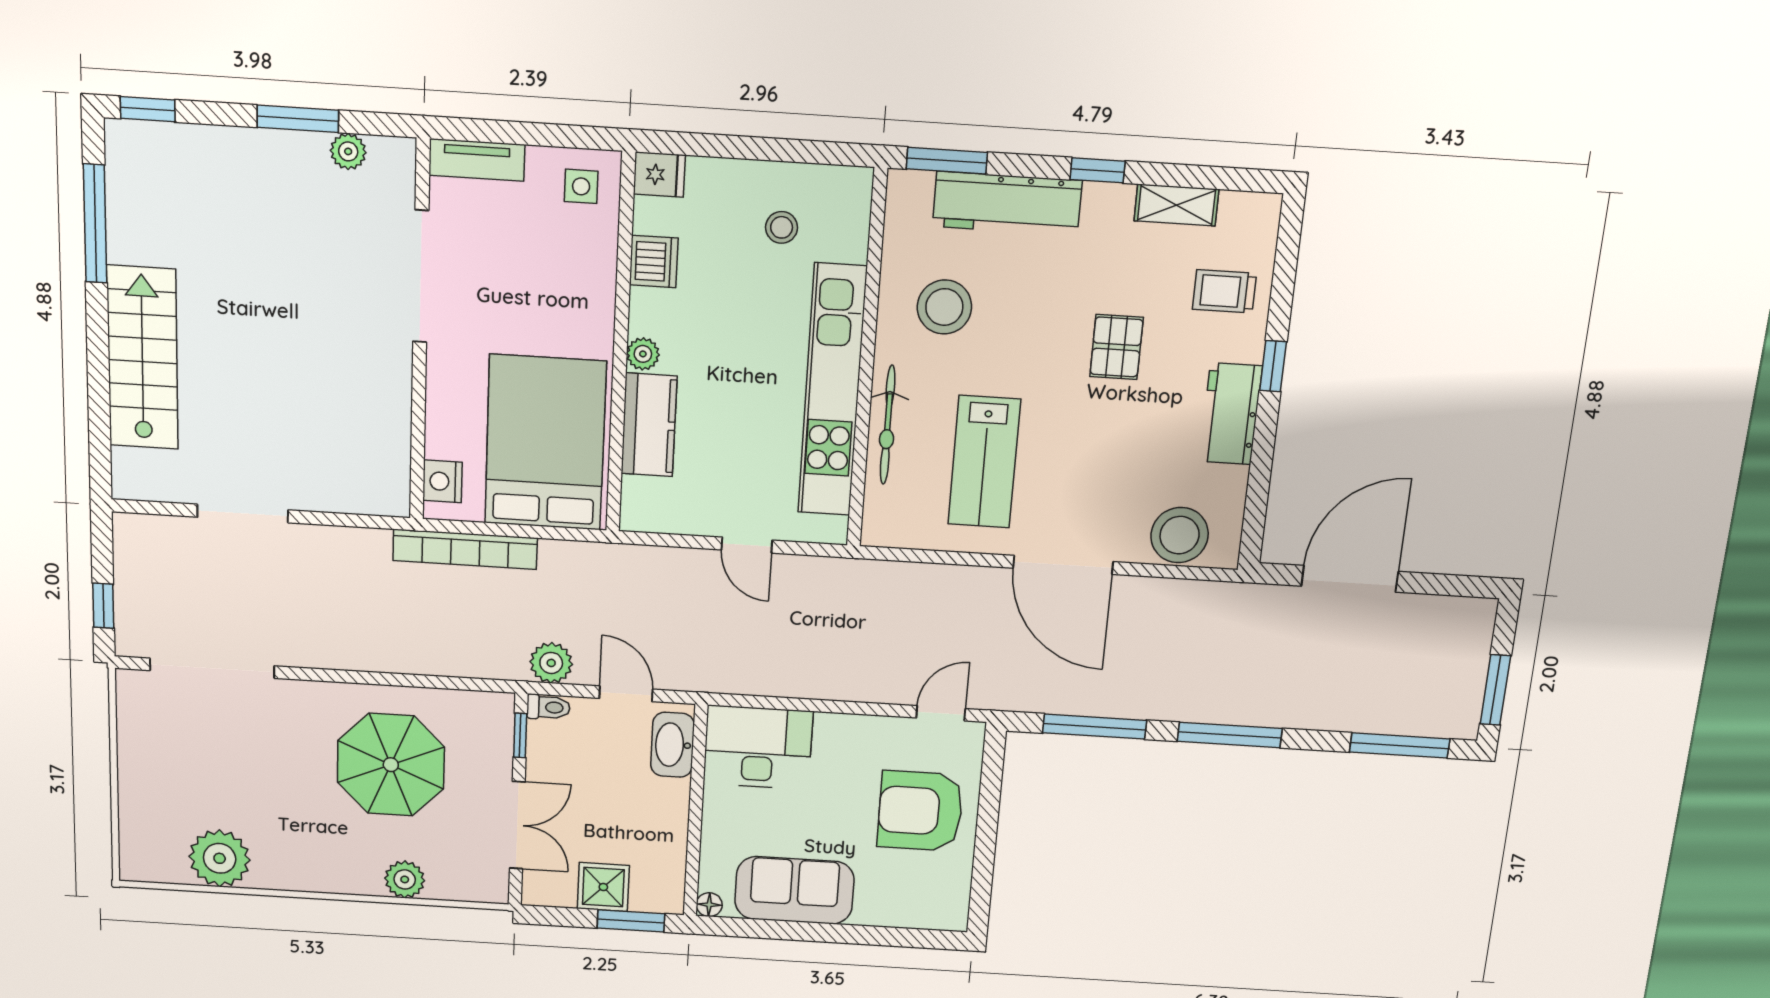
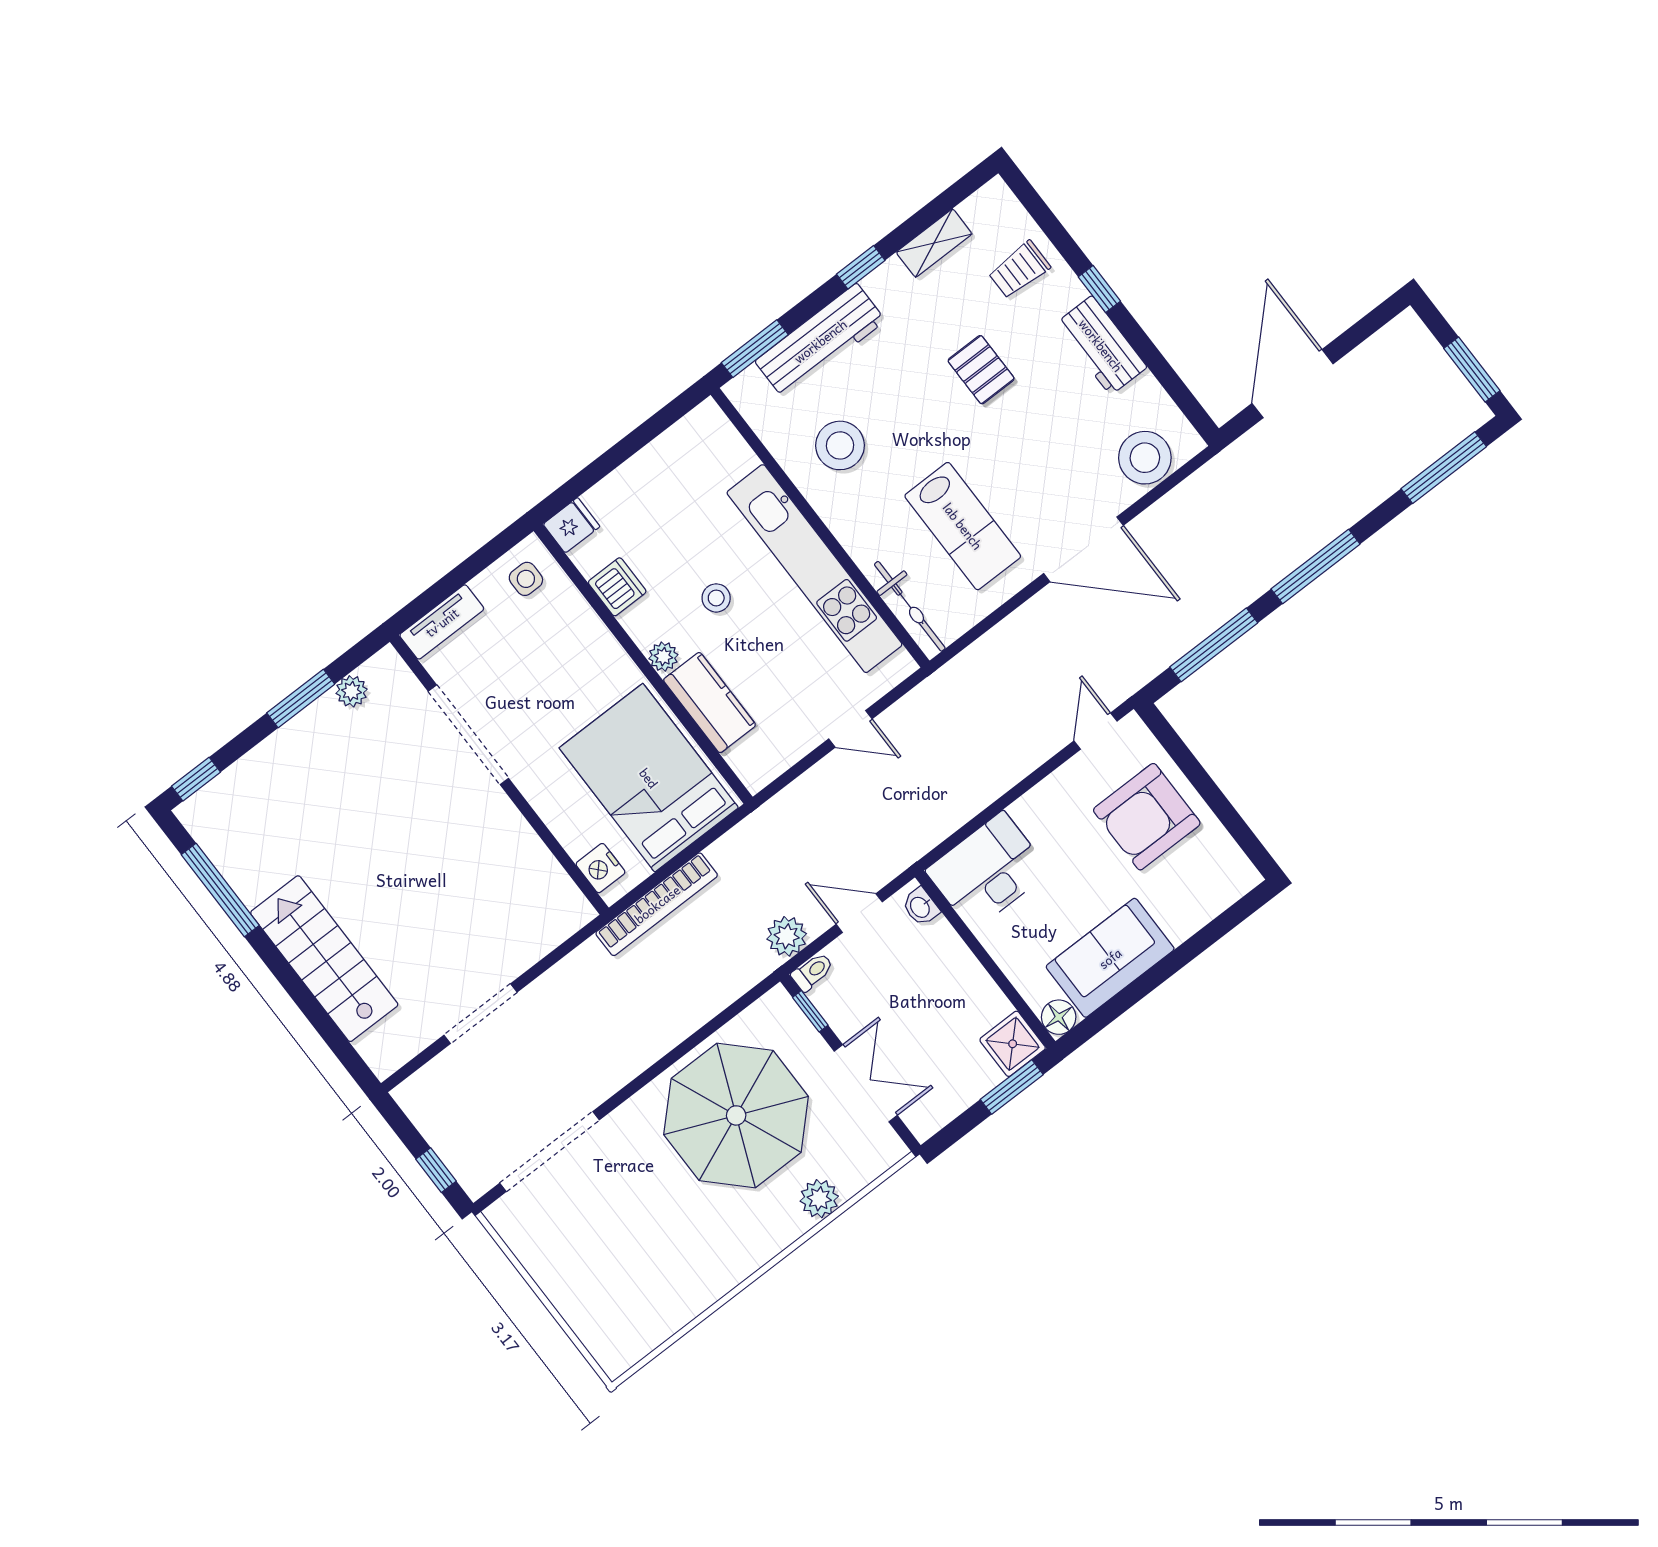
stool: (782, 227) -> (716, 598), moved
bicycle: (888, 425) -> (910, 606), moved
washbasin: (672, 745) -> (921, 907), width x0.52, depth x0.69
parasol: (391, 765) -> (736, 1115), width x1.36, depth x1.36
plant: (220, 858) -> (671, 1300), removed
shower: (603, 887) -> (1013, 1044), moved
floor lamp: (709, 905) -> (1059, 1017), width x1.37, depth x1.37

